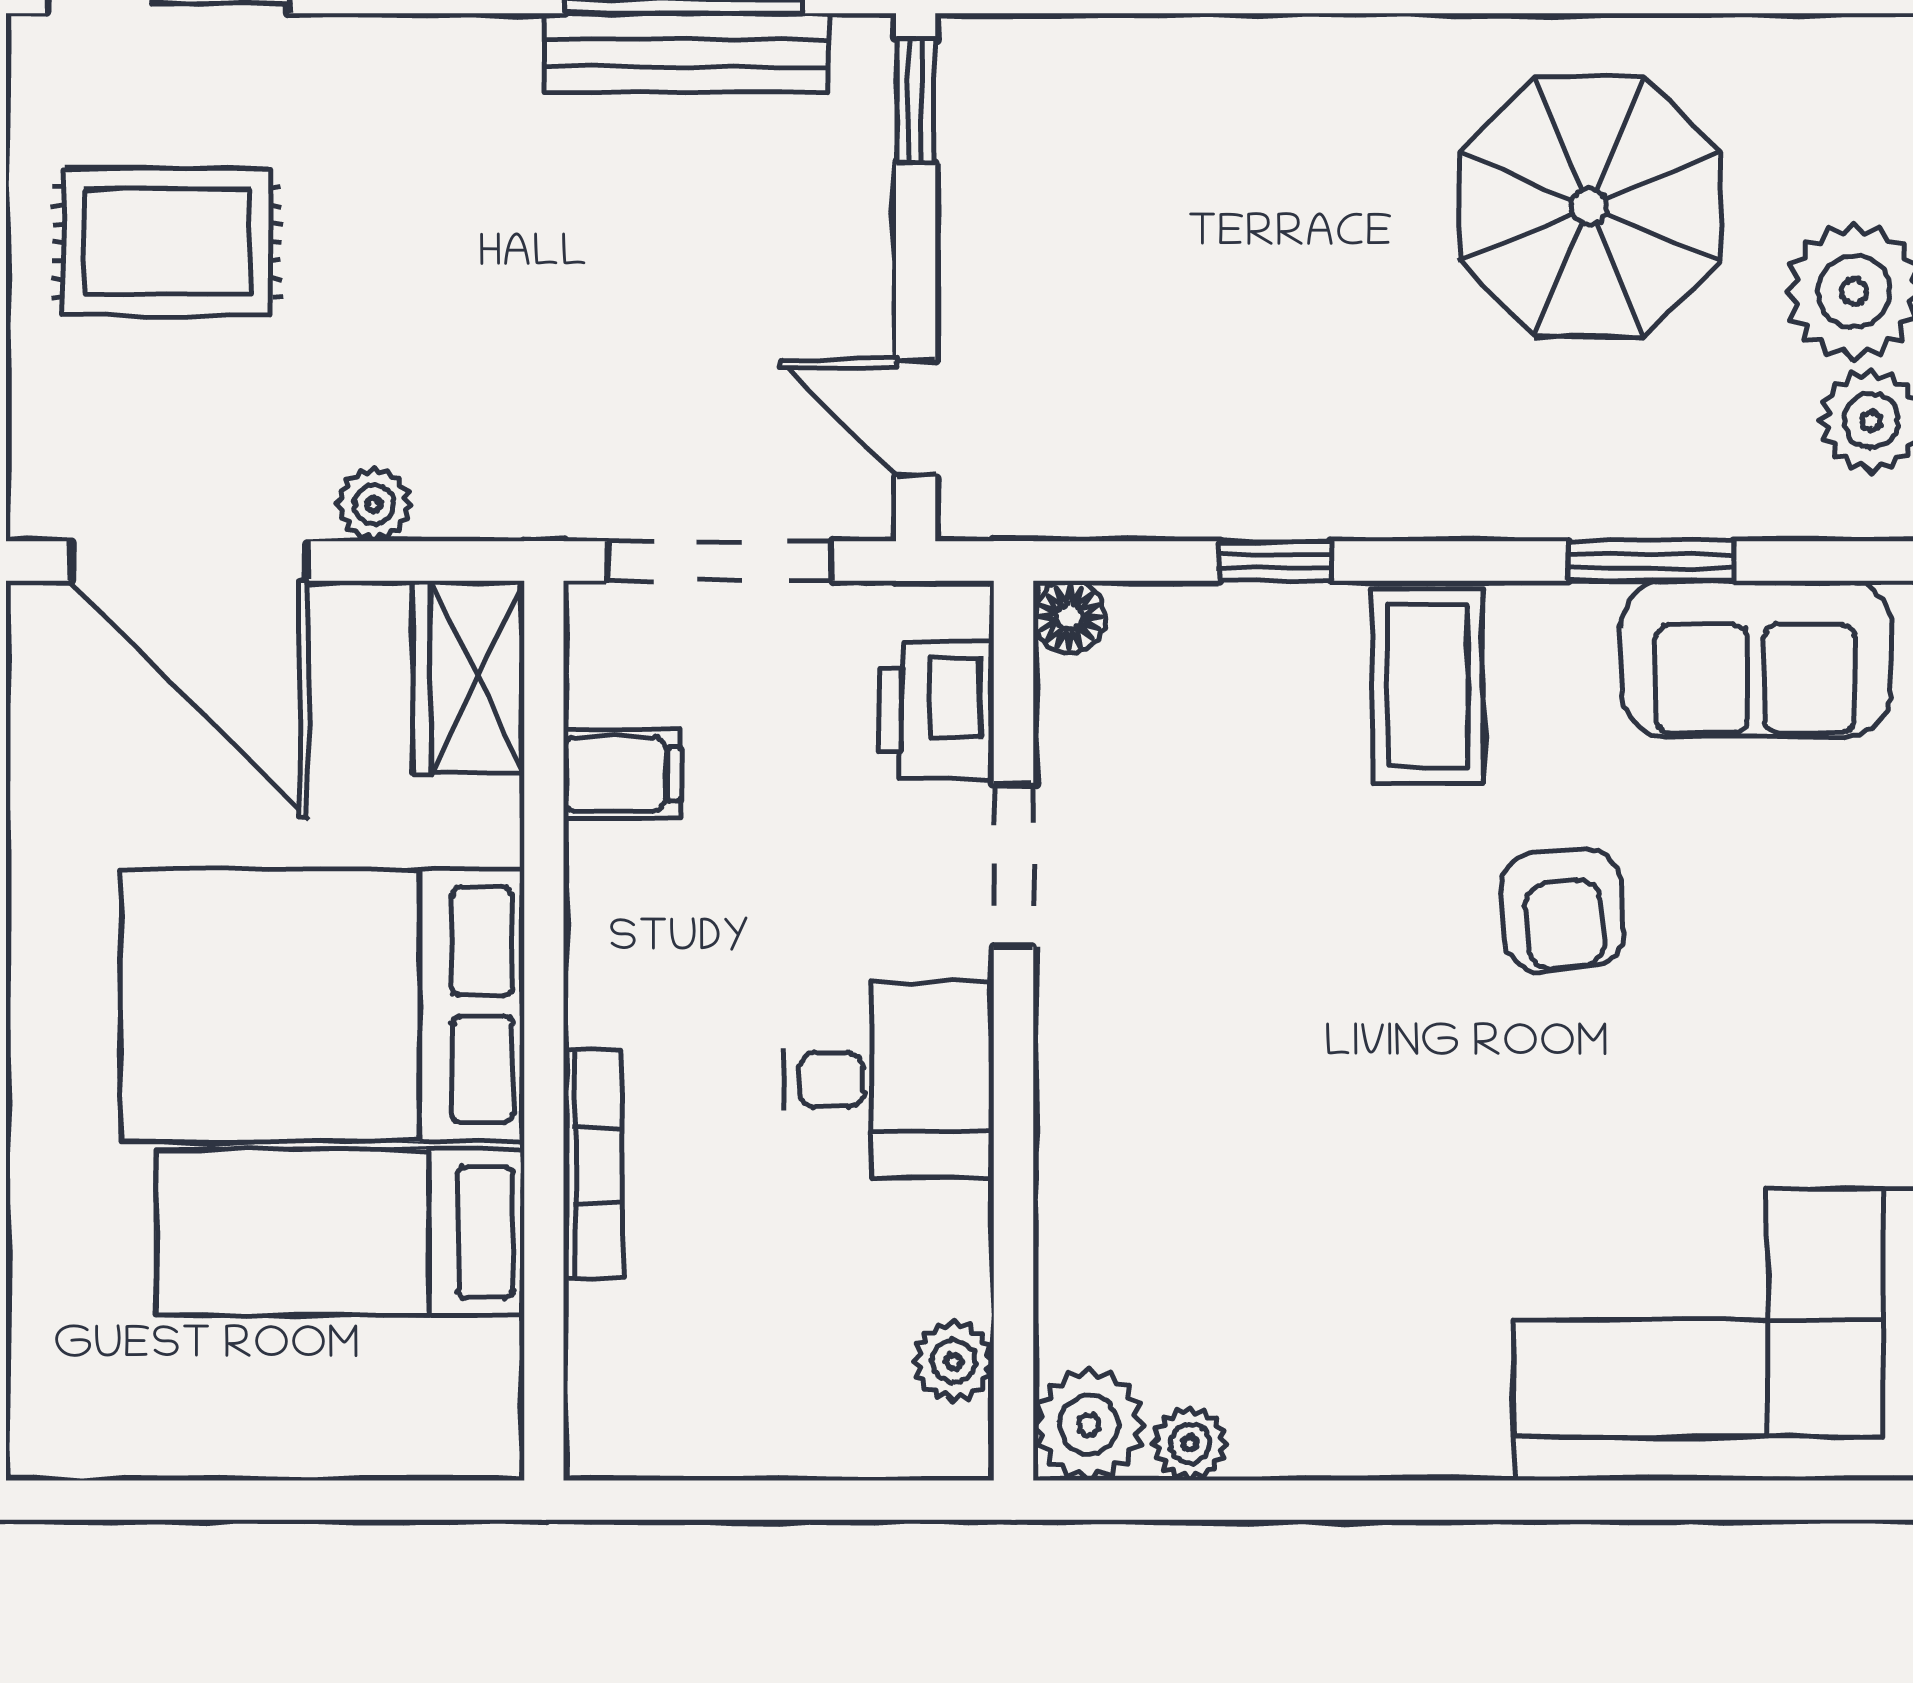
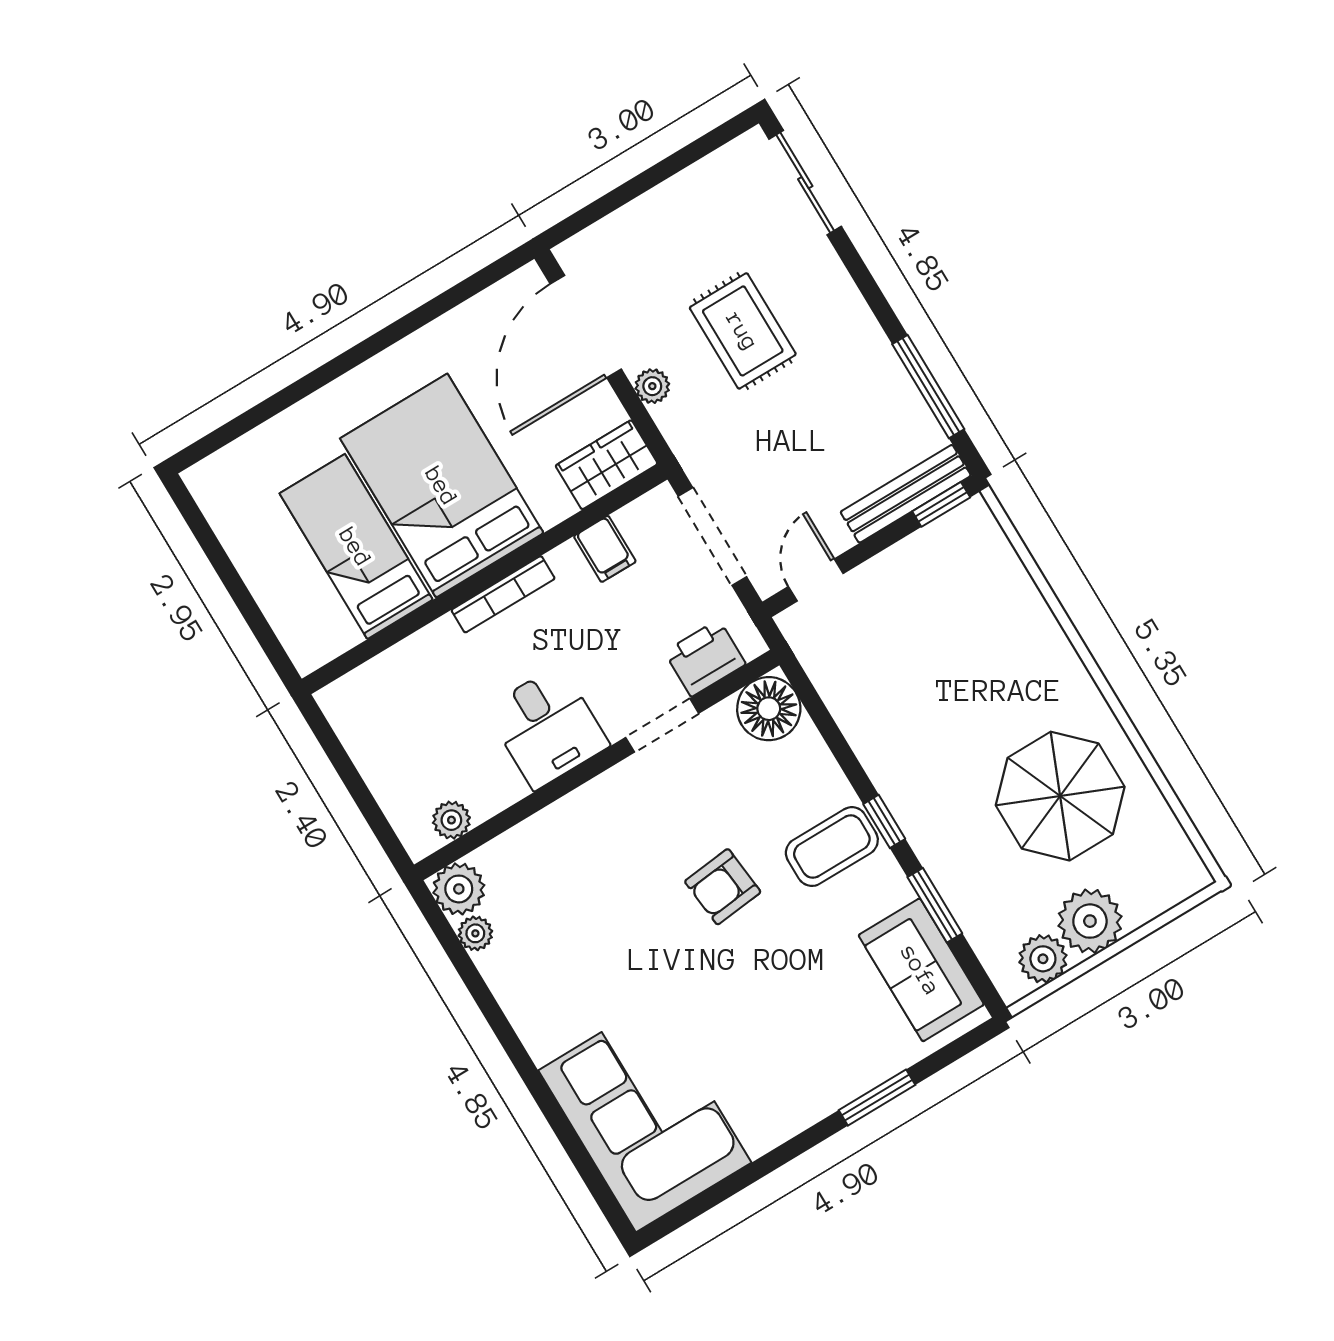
bench: (687, 53) -> (906, 494), moved, turned 90
rug: (167, 242) -> (743, 331), moved
window: (1275, 561) -> (884, 821), moved
floor lamp: (1069, 617) -> (769, 709), width x1.89, depth x1.89
armchair: (1563, 910) -> (723, 887), moved
bookcase: (593, 1164) -> (503, 594), moved

